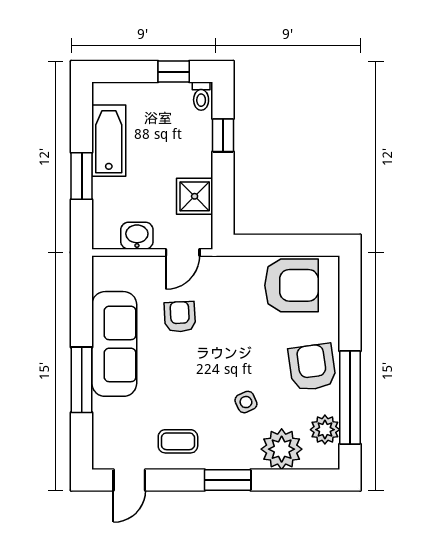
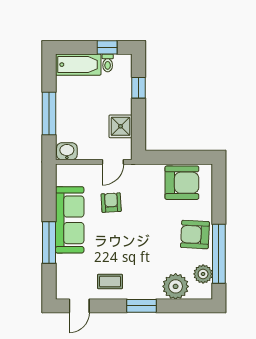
toilet: (201, 96) -> (108, 63), moved
bathtub: (109, 141) -> (78, 65), moved, turned 90
window: (82, 176) -> (49, 113), width x1.44
washbasin: (137, 236) -> (67, 151), moved
armchair: (312, 367) -> (195, 235), turned -79
side table: (246, 402) -> (153, 257), removed

